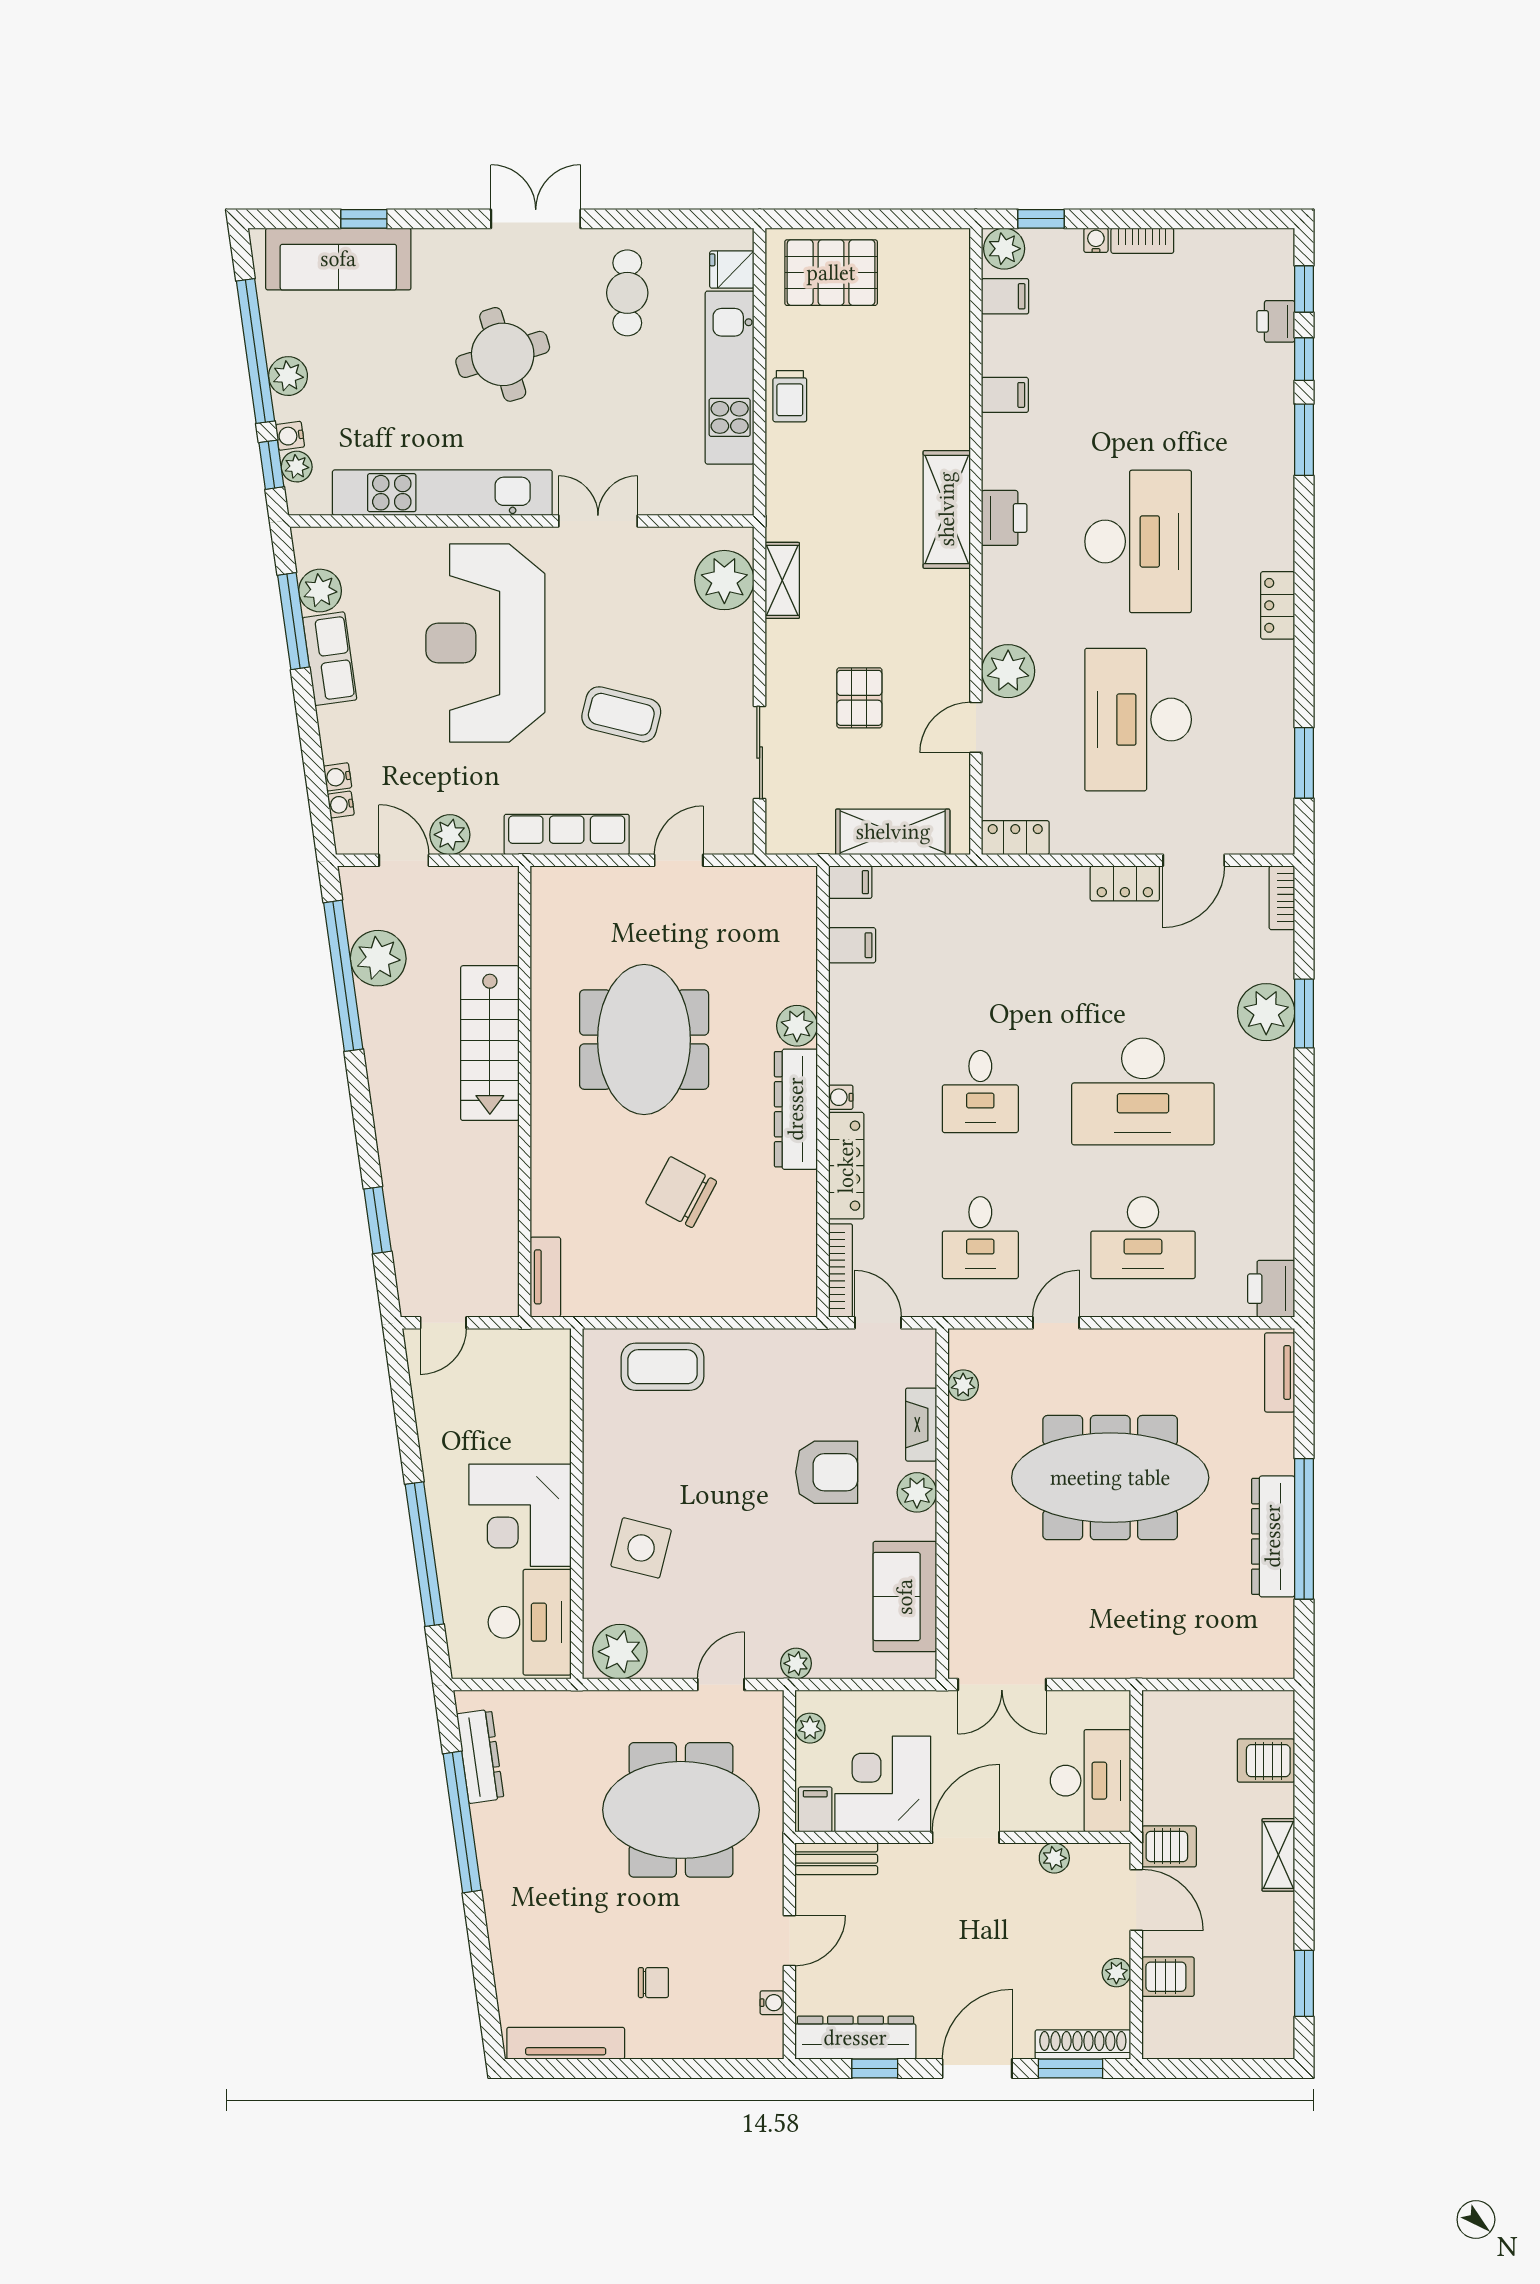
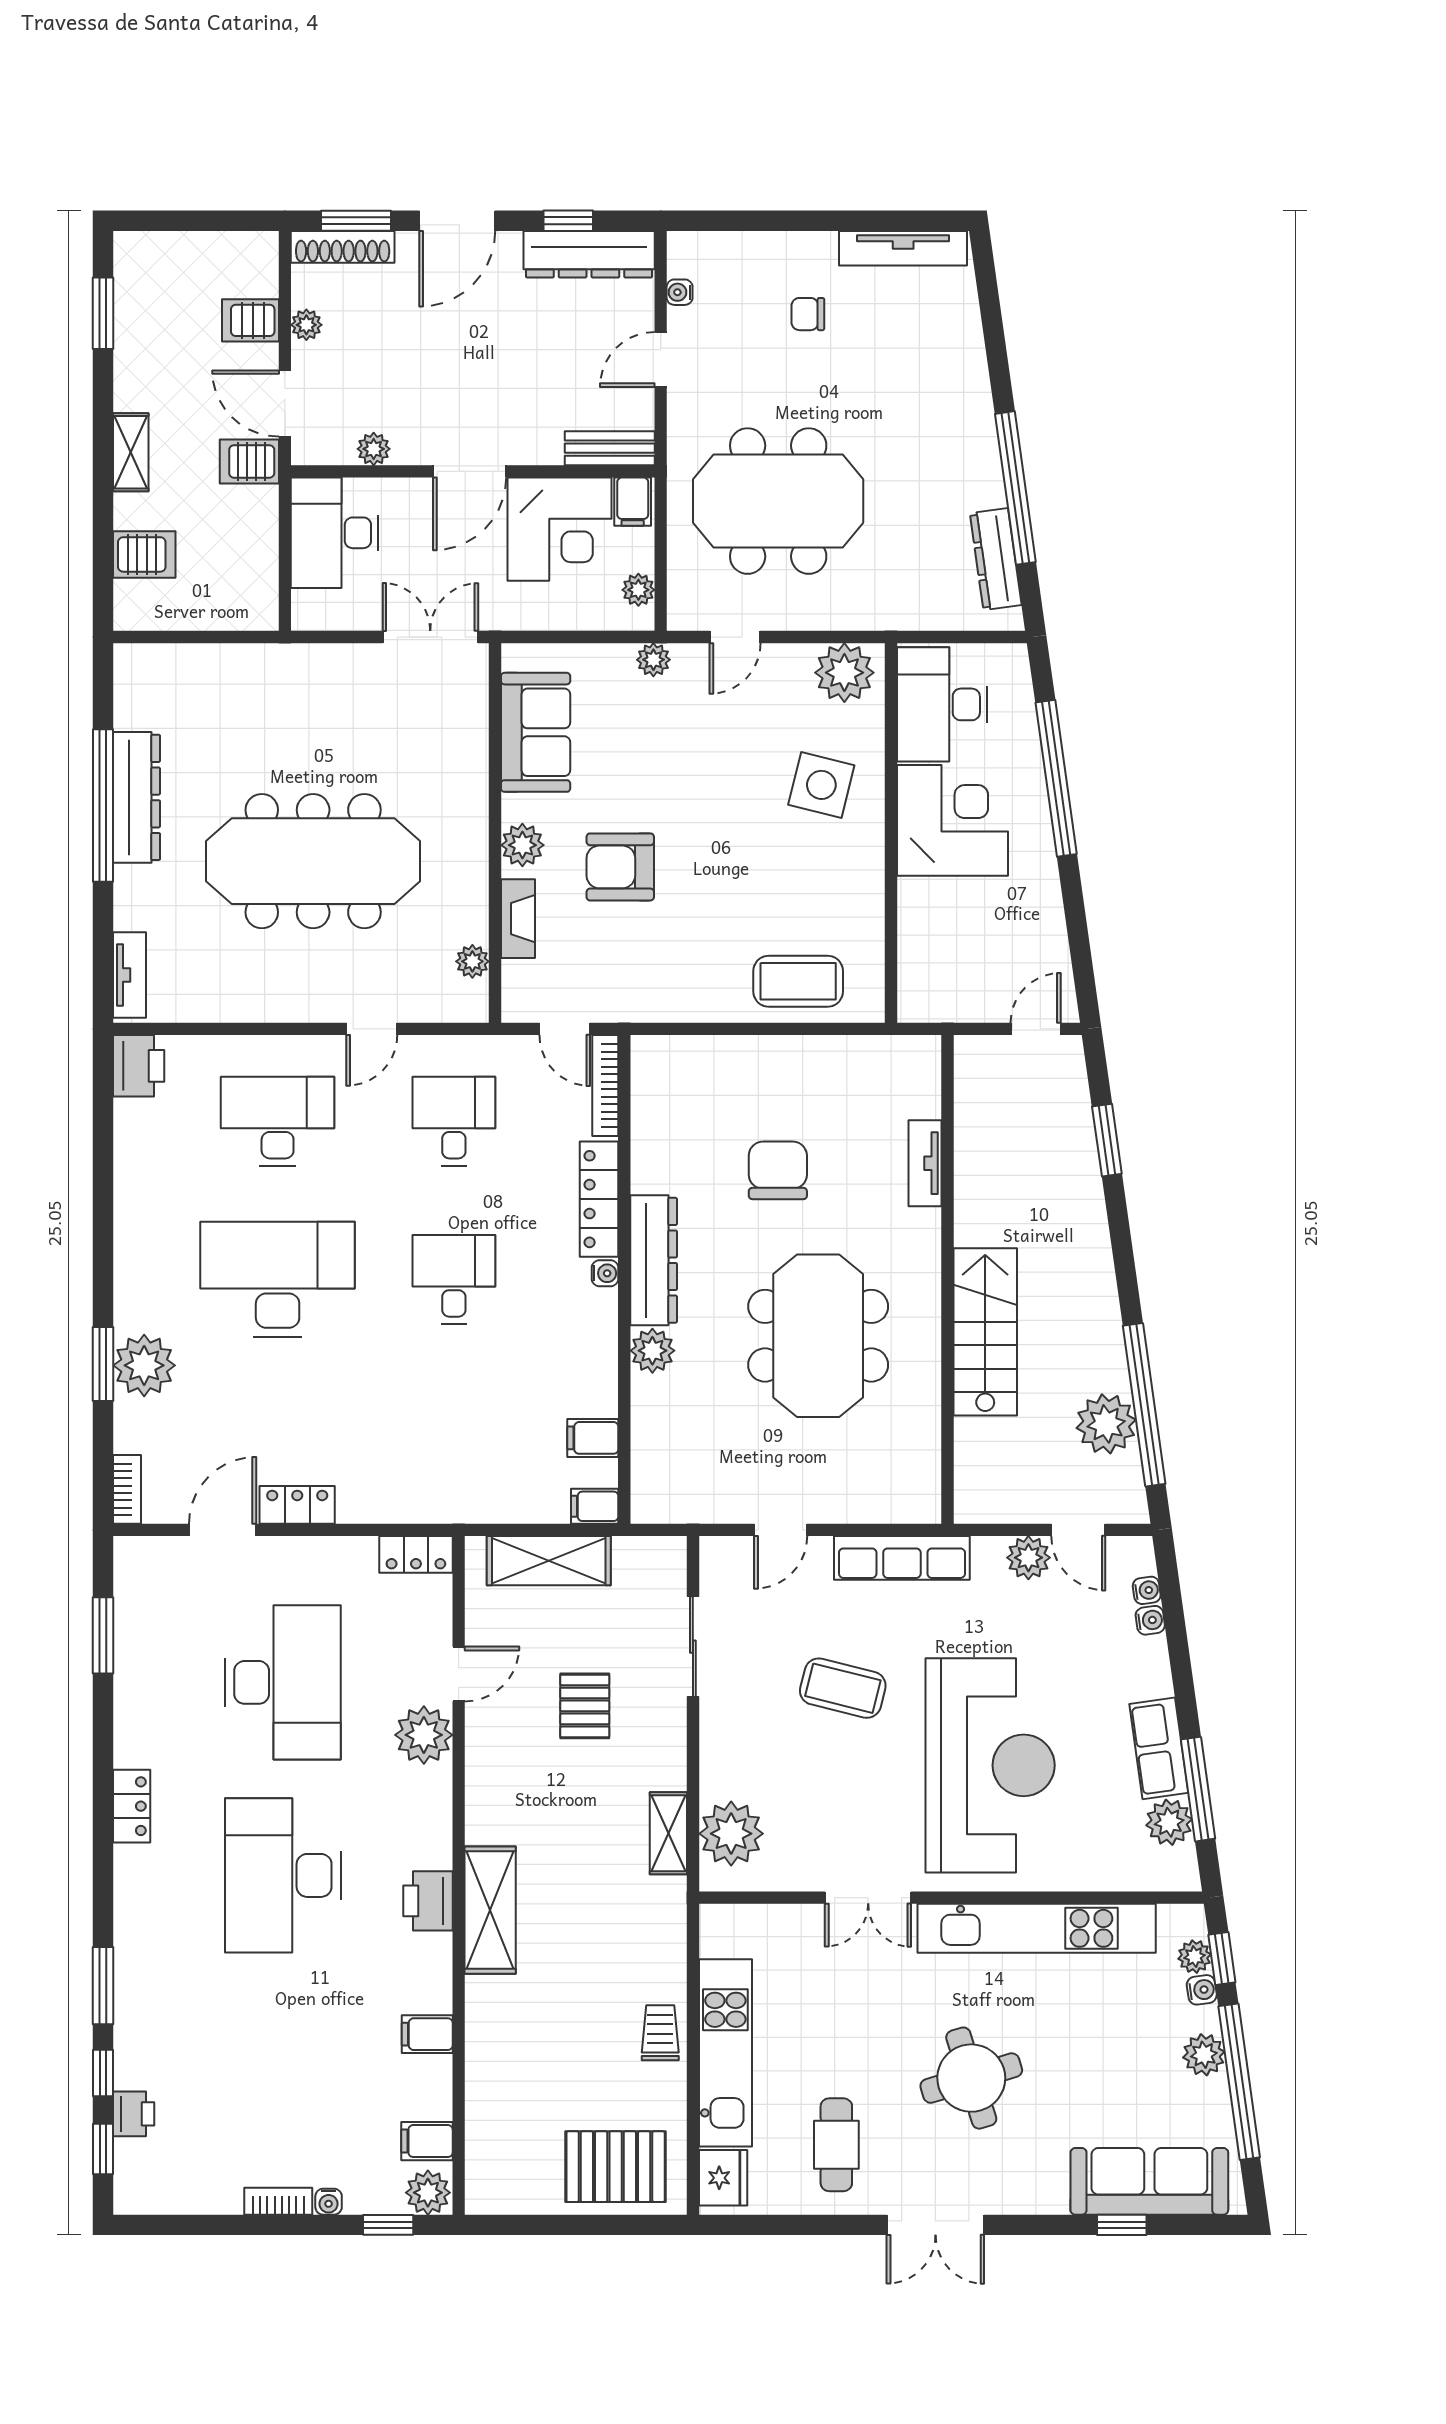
fridge: (732, 270) -> (723, 2178), width x1.38
chair: (681, 1192) -> (778, 1170), turned -118
tv unit: (545, 1277) -> (925, 1163), moved

